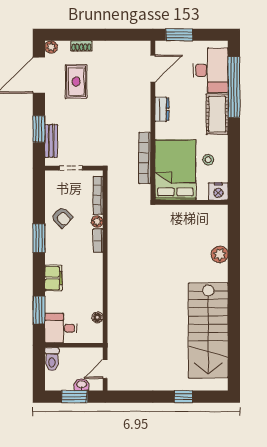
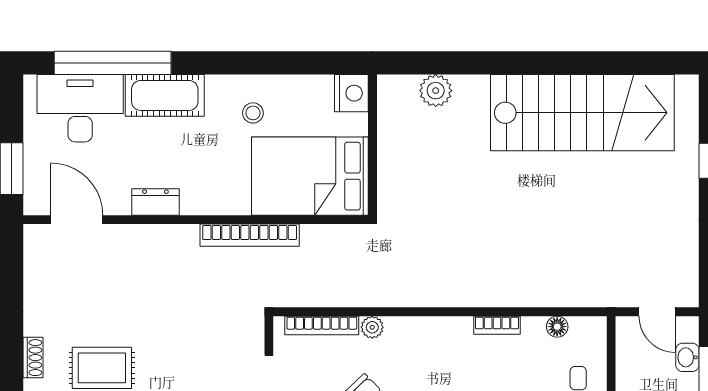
bed: (175, 170) -> (310, 176), moved
nightstand: (218, 191) -> (351, 93), moved
wall: (192, 202) -> (372, 145), moved
bookcase: (98, 240) -> (497, 325), moved

